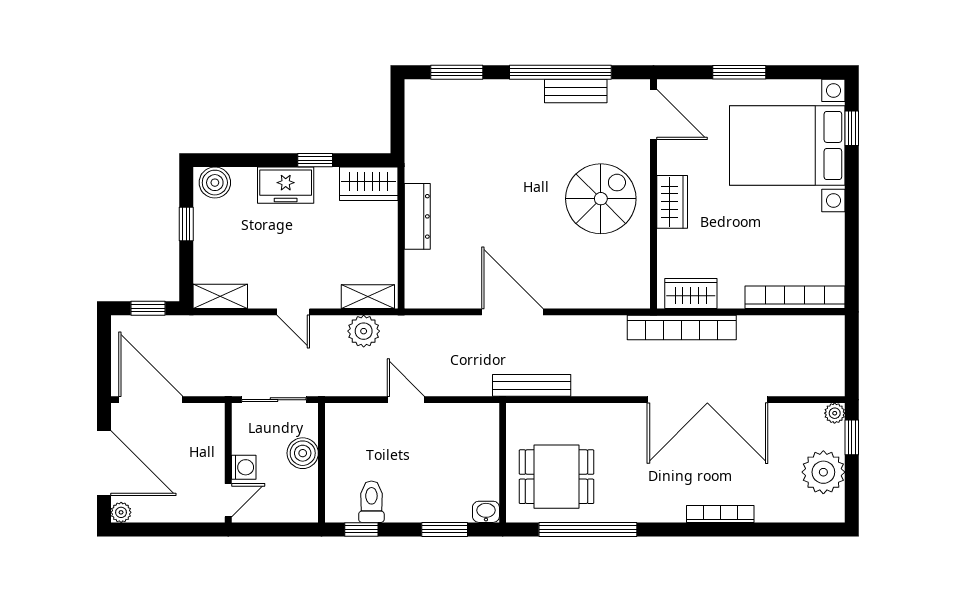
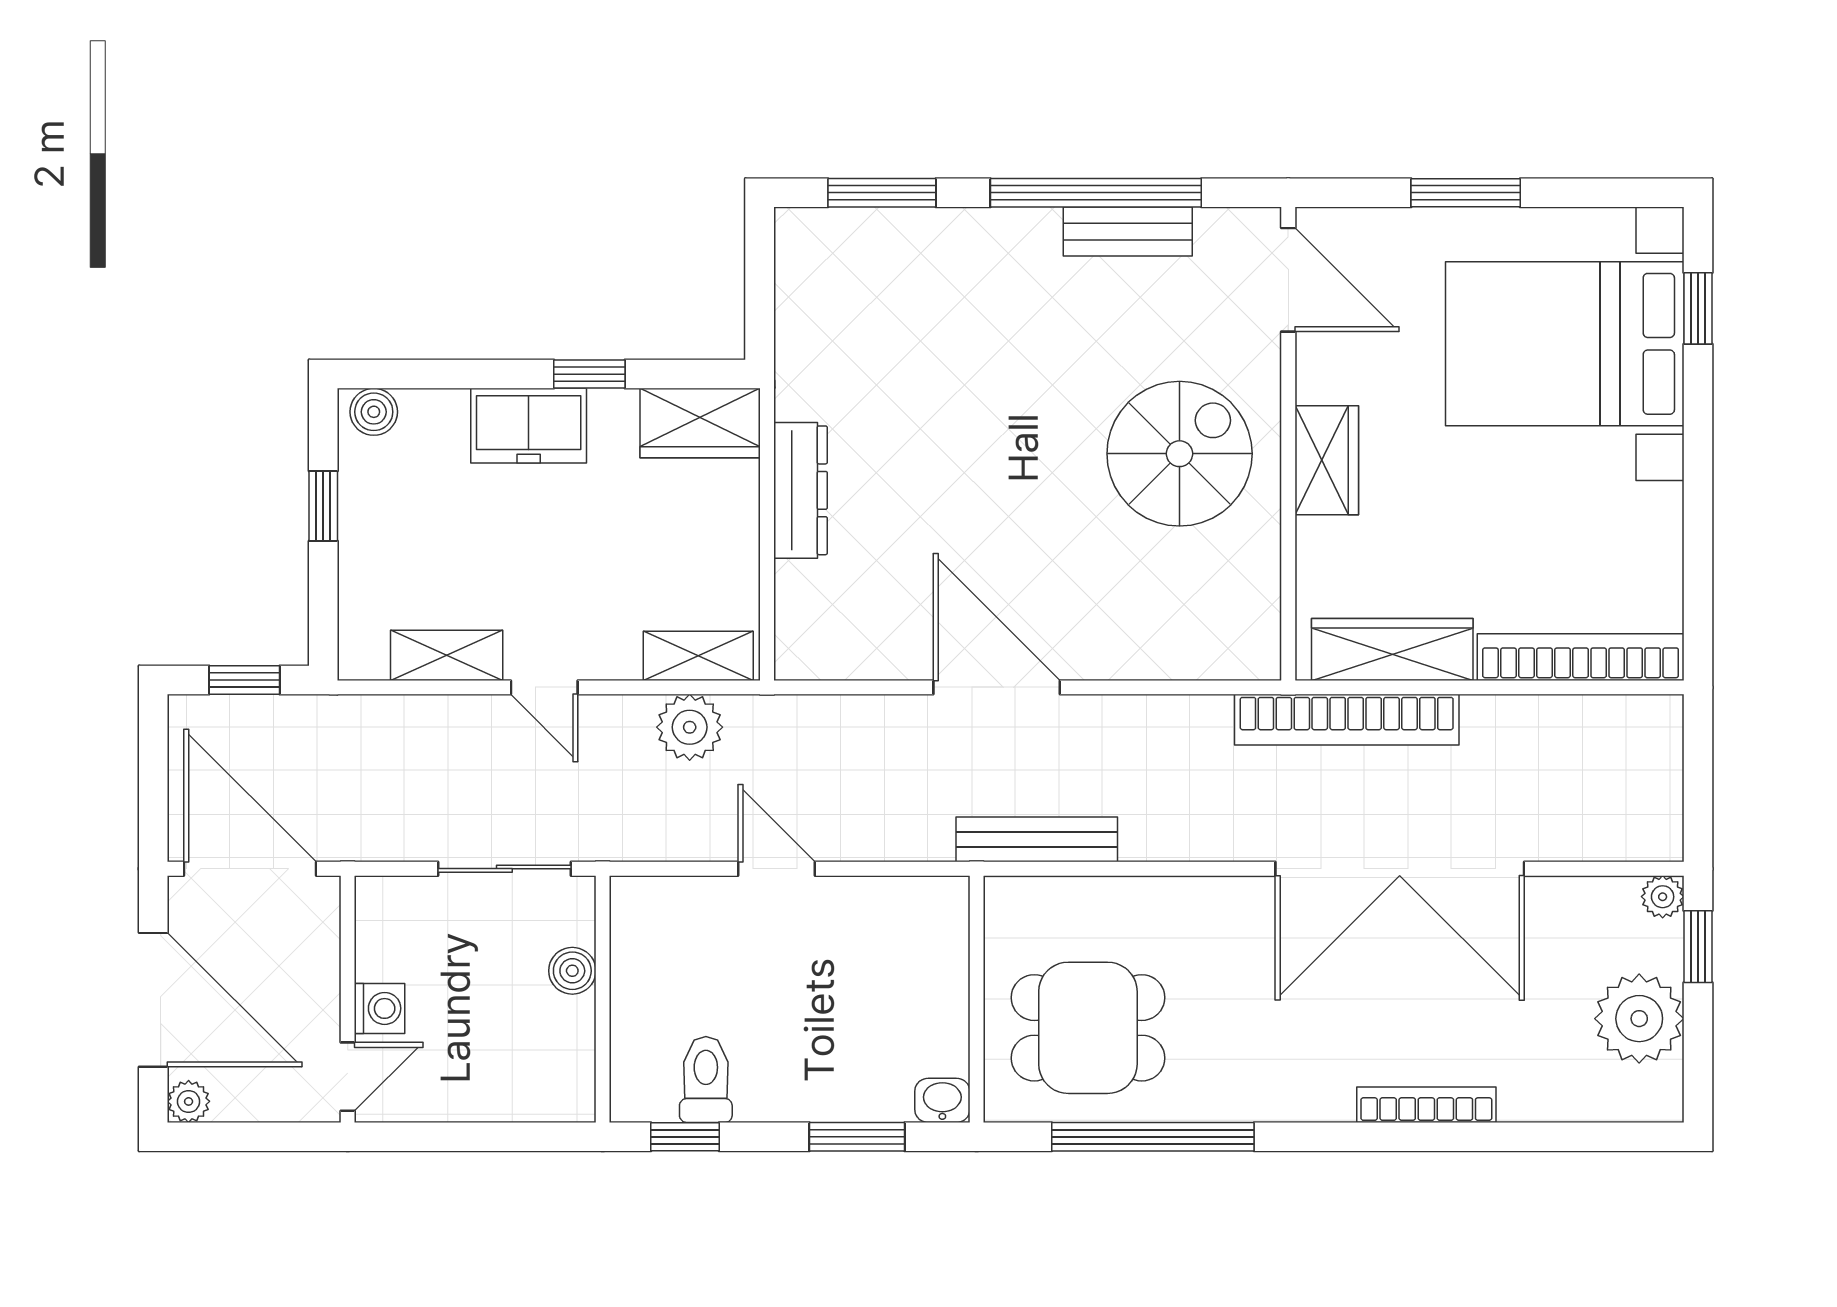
boiler: (215, 183) -> (374, 412), width x0.73, depth x0.73
wardrobe: (691, 293) -> (1392, 649), width x1.50
shelving: (220, 296) -> (447, 655), moved
boiler: (303, 453) -> (572, 971), width x0.73, depth x0.73
wall: (228, 463) -> (348, 999), moved
washing machine: (244, 467) -> (380, 1008), moved
door: (228, 500) -> (348, 1077), moved

